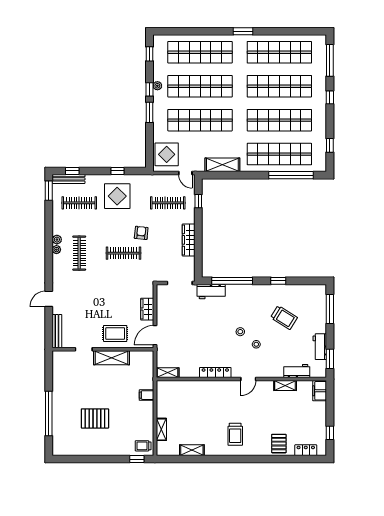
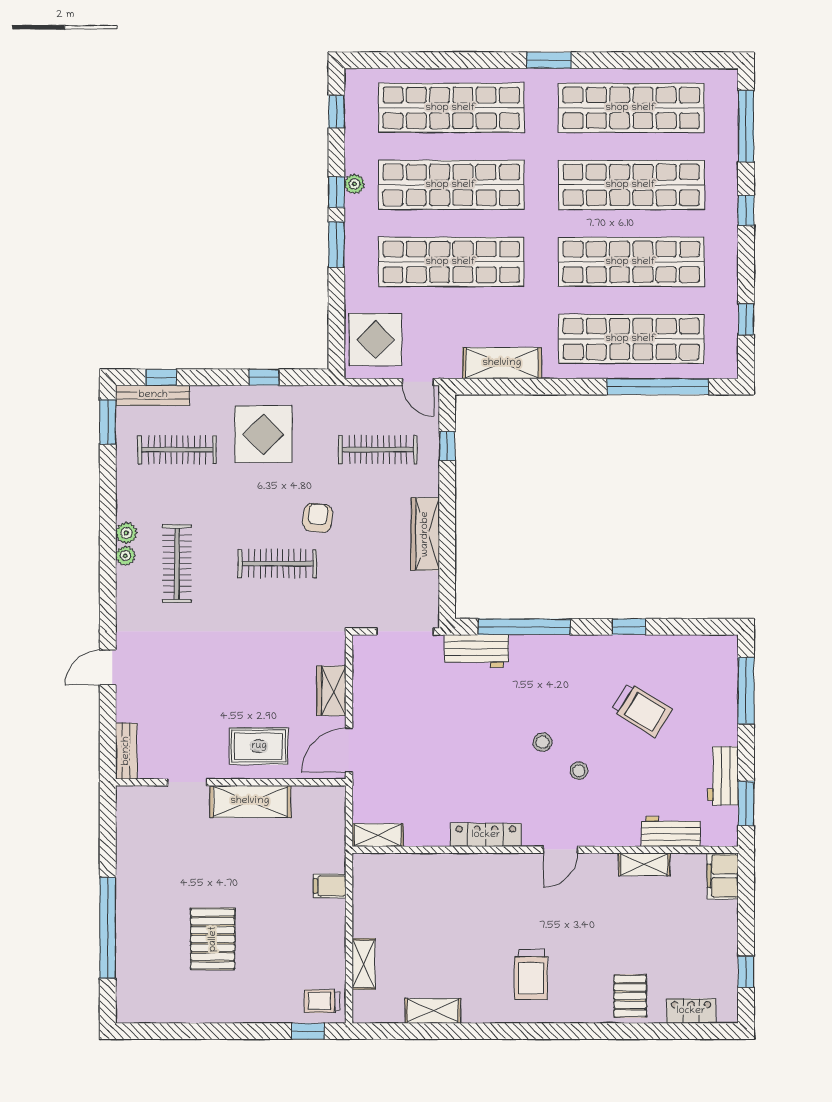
bench: (57, 331) -> (126, 751), width x0.73
pallet: (95, 418) -> (213, 939), turned 90

